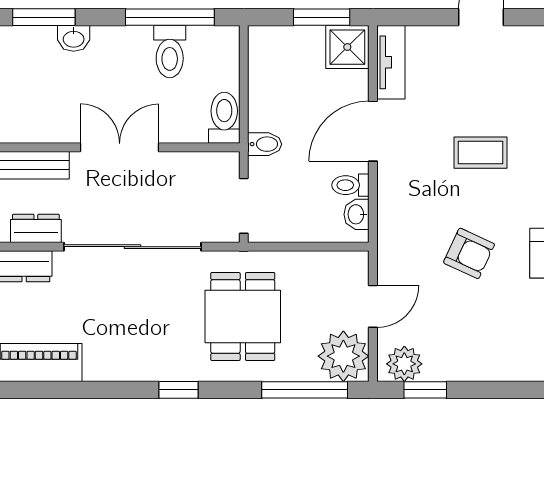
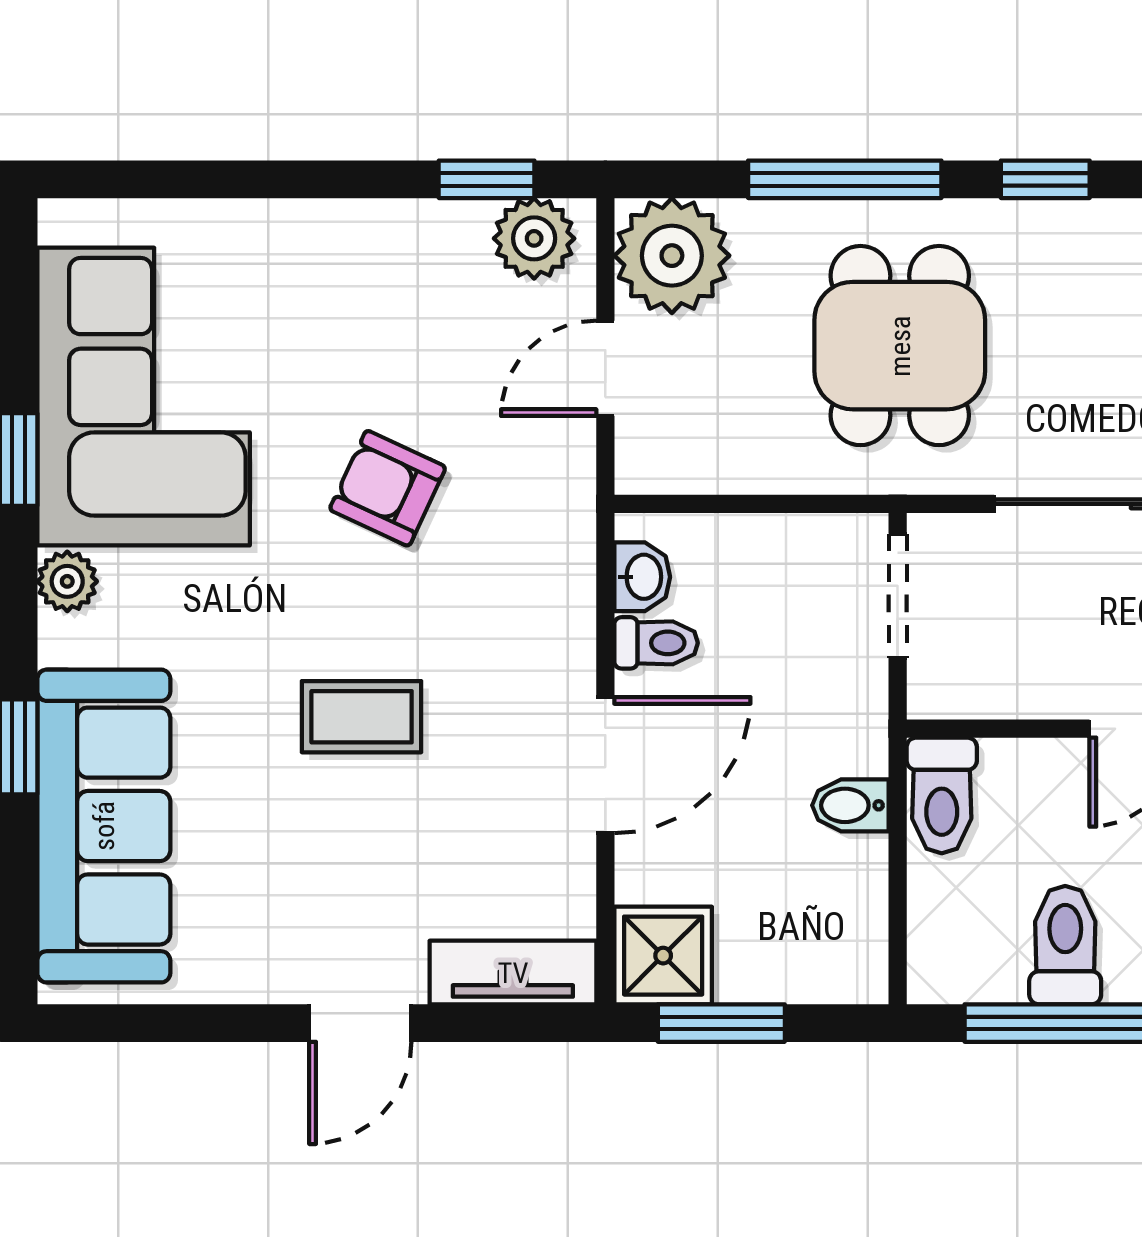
tv unit: (391, 62) -> (513, 973), moved, turned 90
bidet: (265, 144) -> (850, 805), moved
window: (305, 390) -> (845, 179), moved

